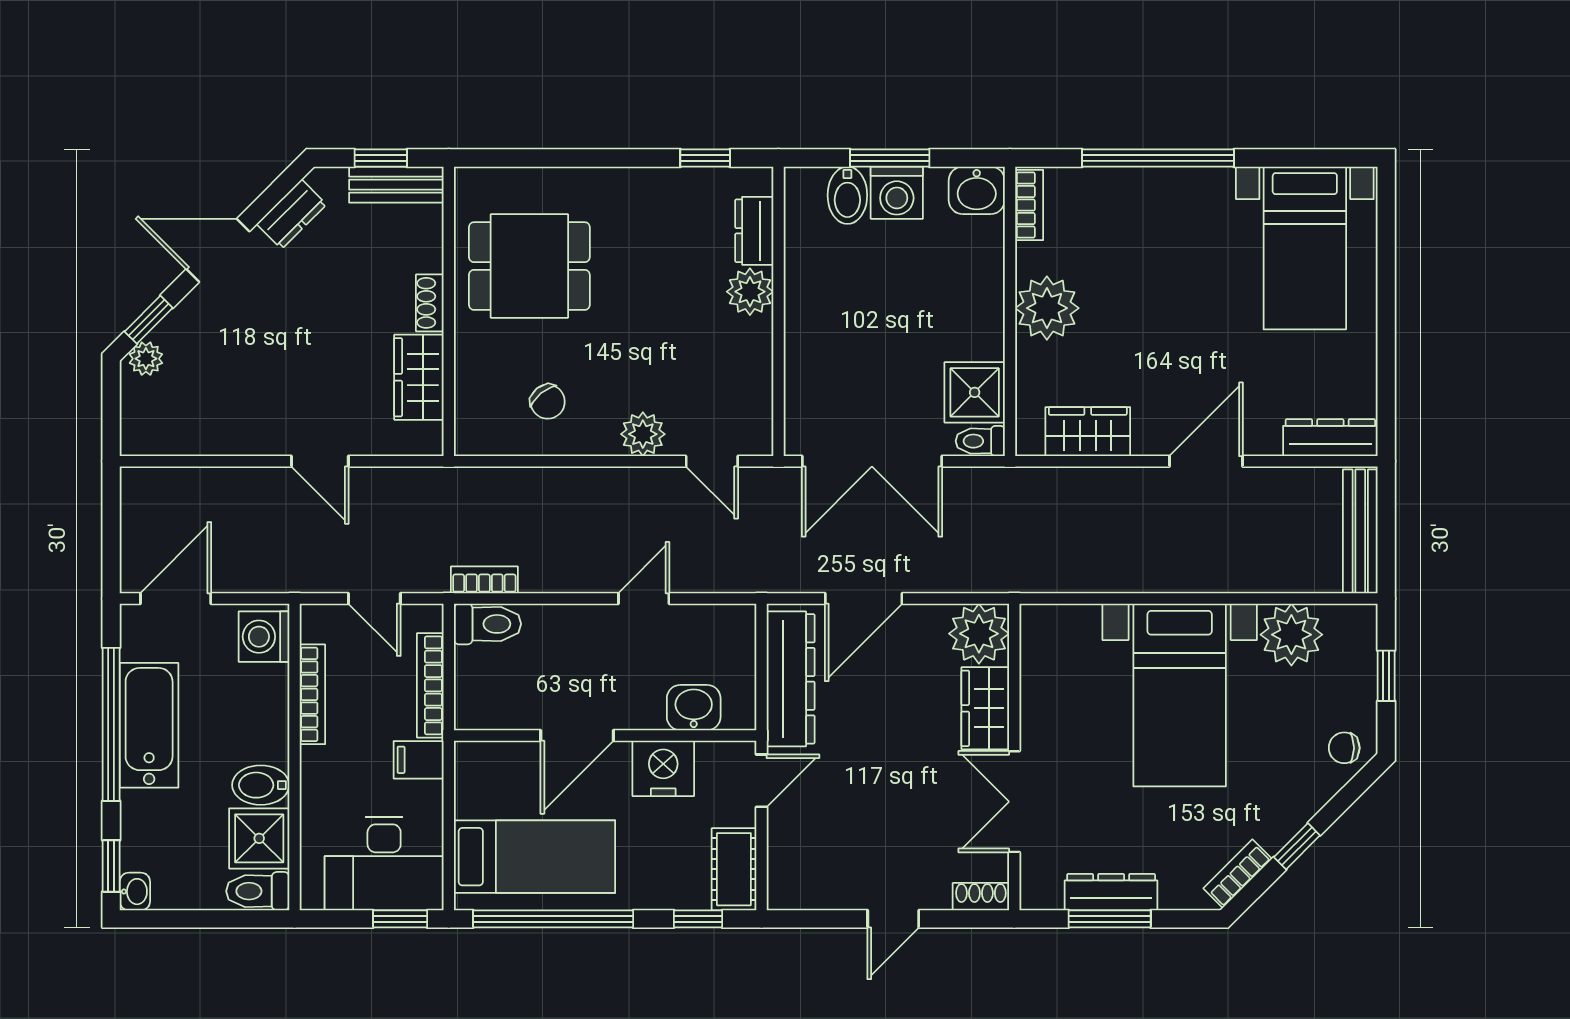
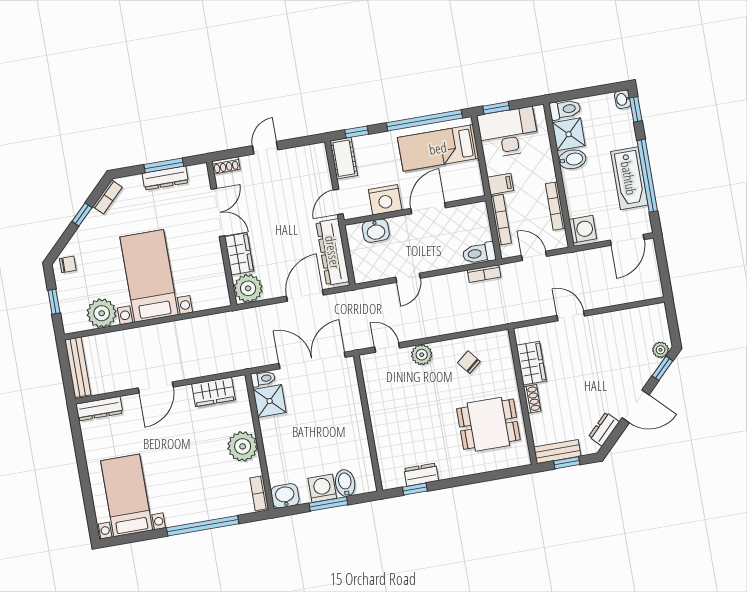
dresser: (754, 231) -> (421, 475), moved, turned -90
plant: (750, 292) -> (383, 430), removed

